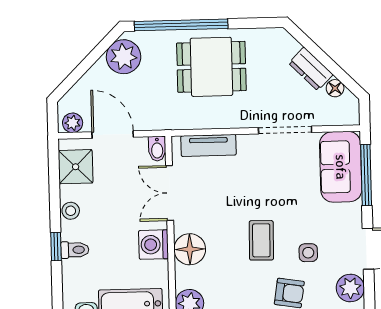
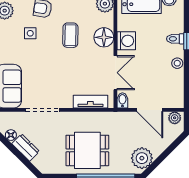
shower: (76, 167) -> (173, 90), removed
coffee table: (261, 240) -> (70, 35), moved

